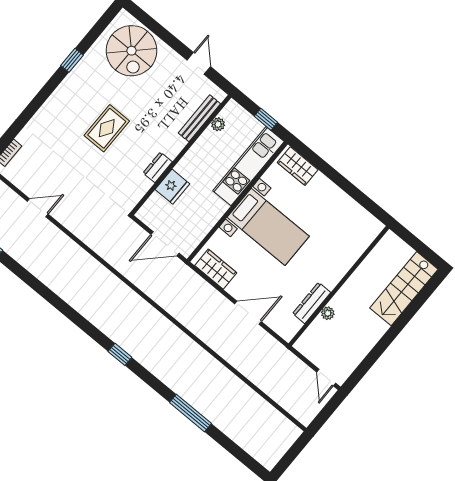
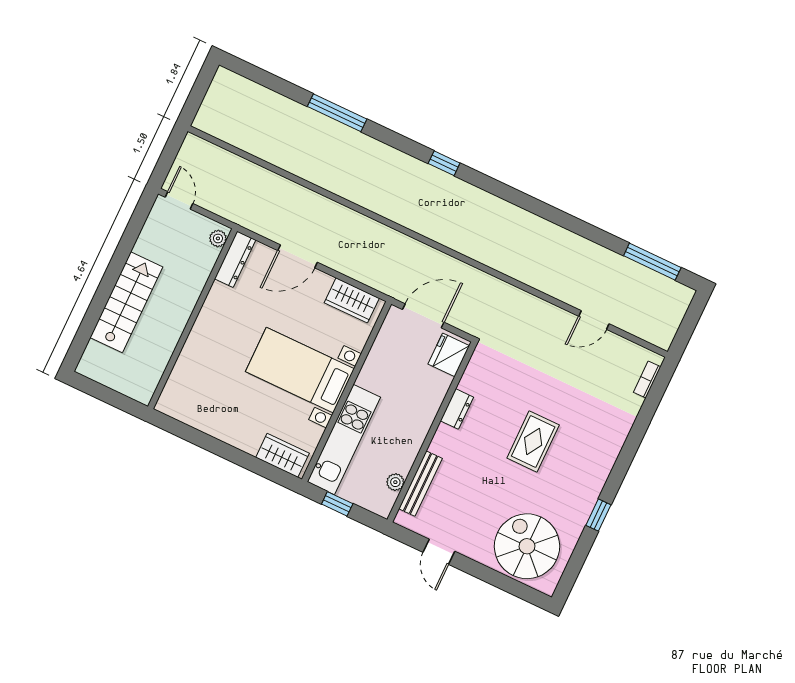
fridge: (172, 187) -> (449, 355), moved
stairs: (404, 289) -> (126, 302), moved
dresser: (312, 303) -> (235, 259), moved
plant: (328, 313) -> (218, 238), moved

